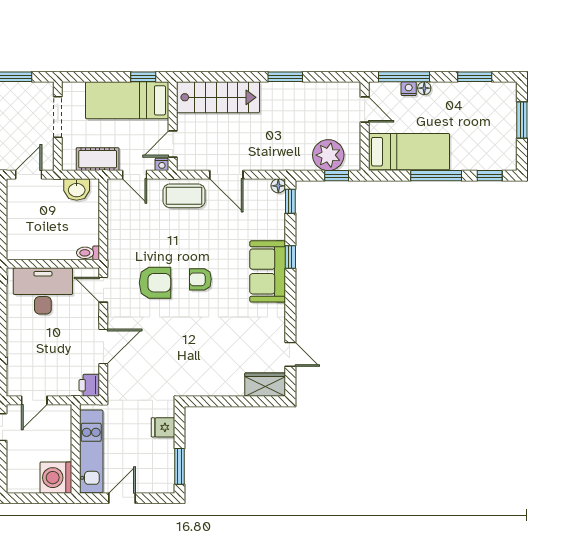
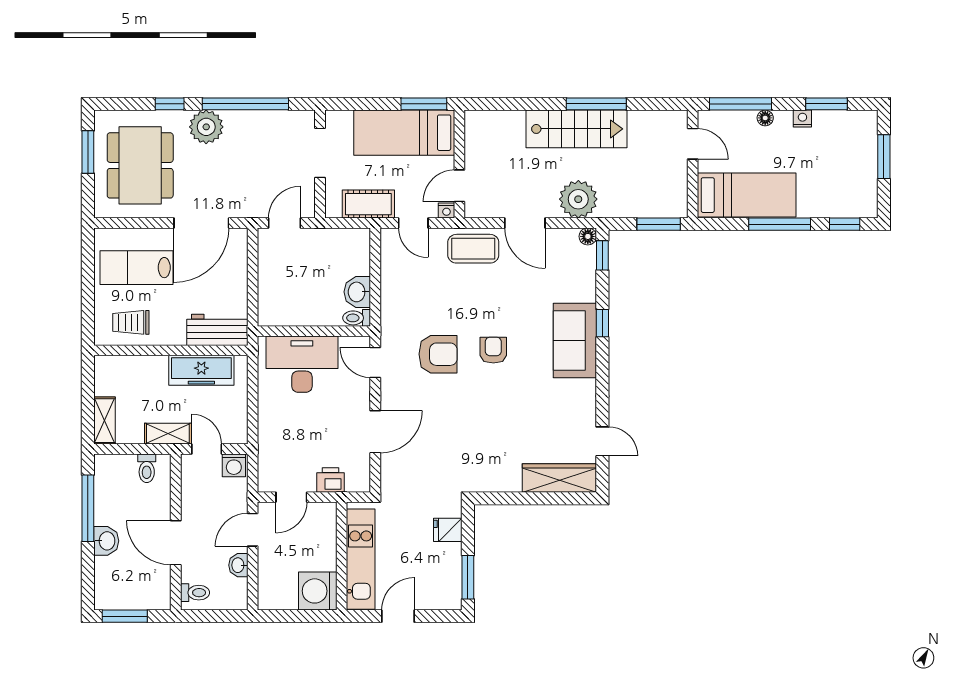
window: (143, 77) -> (424, 104), width x1.50
window: (285, 77) -> (596, 104), width x1.44
nightstand: (409, 89) -> (802, 119), moved
stairs: (218, 97) -> (577, 129), moved
plant: (328, 155) -> (578, 199), moved
window: (337, 176) -> (659, 224), width x1.50
washbasin: (77, 189) -> (357, 292), moved, turned 90
armchair: (200, 279) -> (493, 350), turned 90
printer: (89, 385) -> (331, 480), moved, turned 90
wardrobe: (265, 385) -> (559, 478), width x1.50

